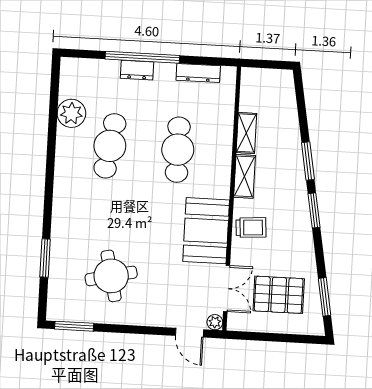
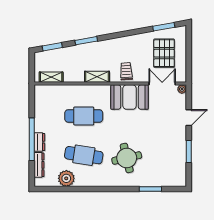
dresser: (198, 73) -> (39, 165), moved
shelving: (246, 133) -> (51, 77), moved
window: (314, 210) -> (52, 47), moved
round table: (111, 276) -> (127, 158), moved
window: (74, 326) -> (189, 151), moved
door: (189, 333) -> (189, 118), moved

